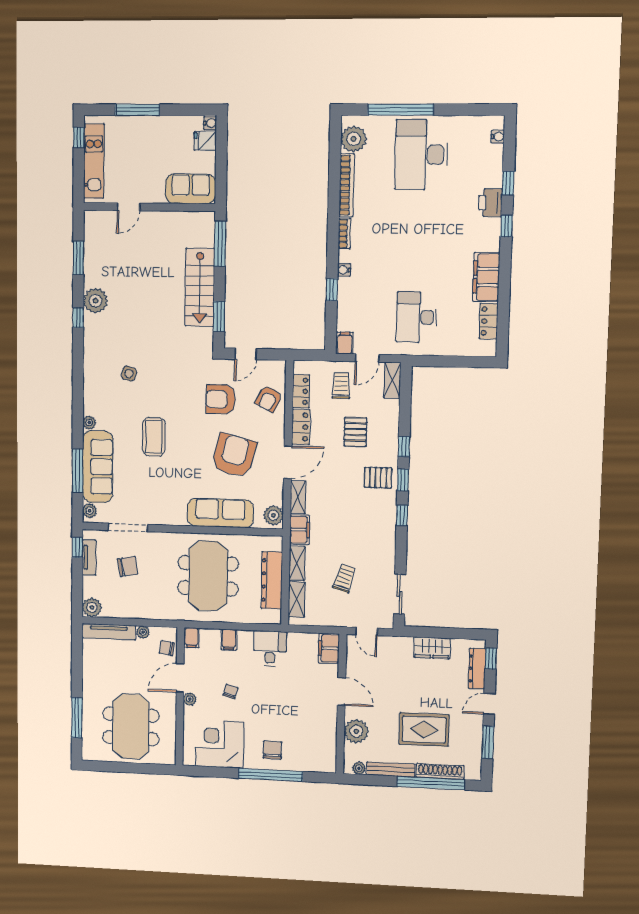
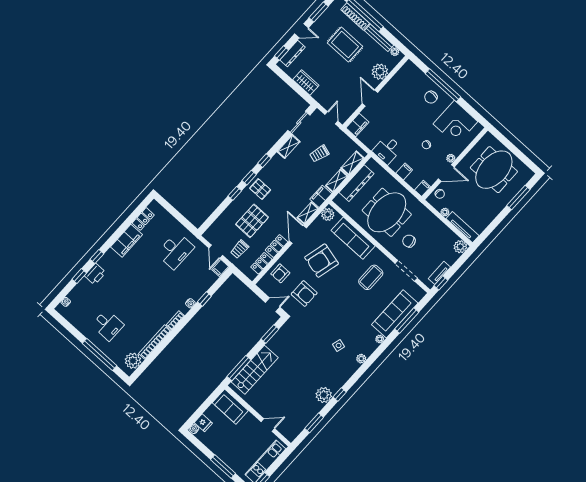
desk: (421, 155) -> (108, 325), width x0.53, depth x0.77
stairs: (200, 287) -> (255, 370), moved
door: (367, 358) -> (216, 252), swing flipped
shelving: (392, 380) -> (289, 147), moved
armchair: (269, 399) -> (280, 273), turned 153
pallet: (355, 432) -> (252, 221), width x1.50, depth x1.42
coffee table: (154, 437) -> (371, 277), moved
door: (288, 462) -> (298, 234), hinge flipped
plant: (90, 511) -> (361, 359), moved
chair: (128, 566) -> (409, 241), moved

